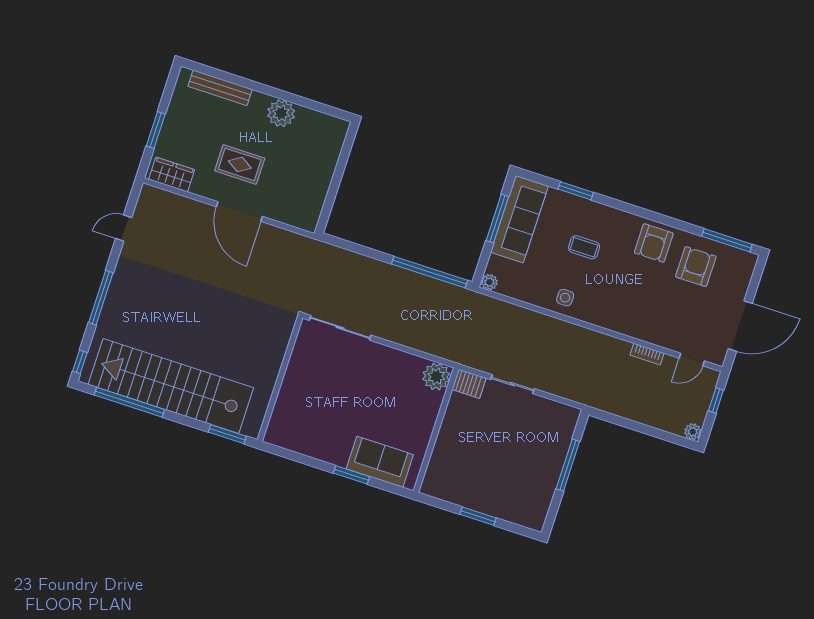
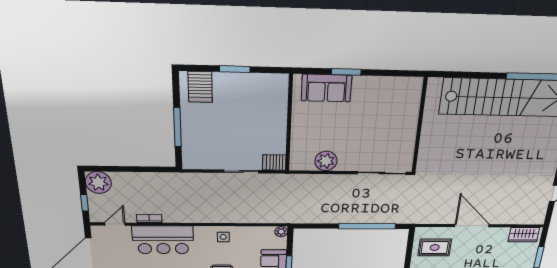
rug: (240, 164) -> (435, 247), moved
window: (430, 272) -> (367, 226), moved
bar counter: (642, 318) -> (163, 240), added
plant: (436, 376) -> (326, 161), moved
plant: (693, 432) -> (98, 183), width x1.88, depth x1.88
window: (227, 434) -> (453, 75), removed
server rack: (524, 507) -> (200, 87), added

